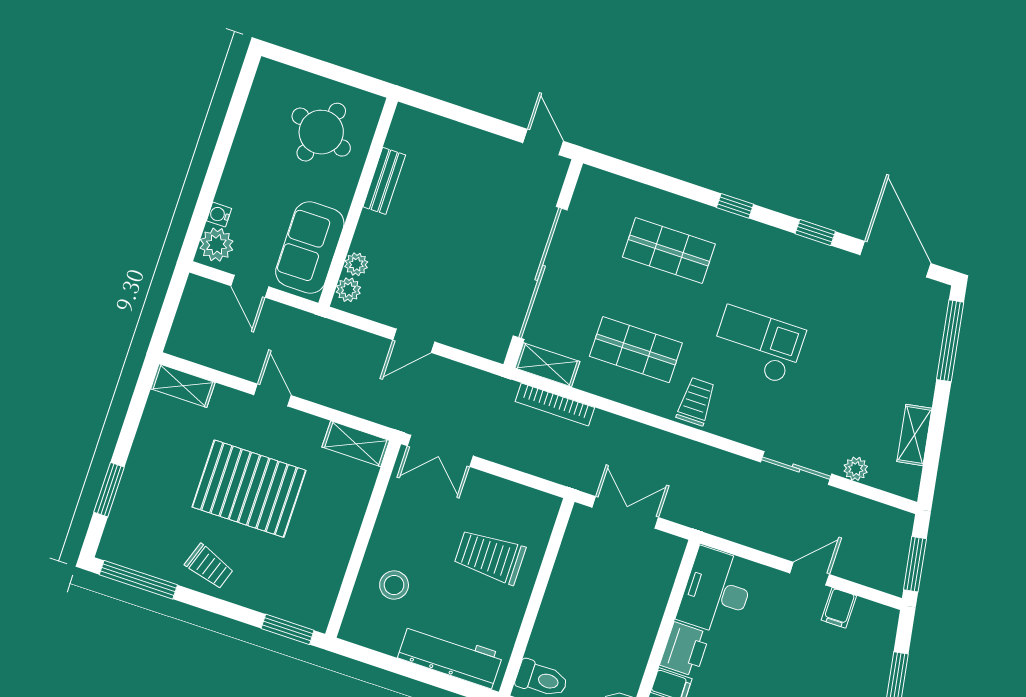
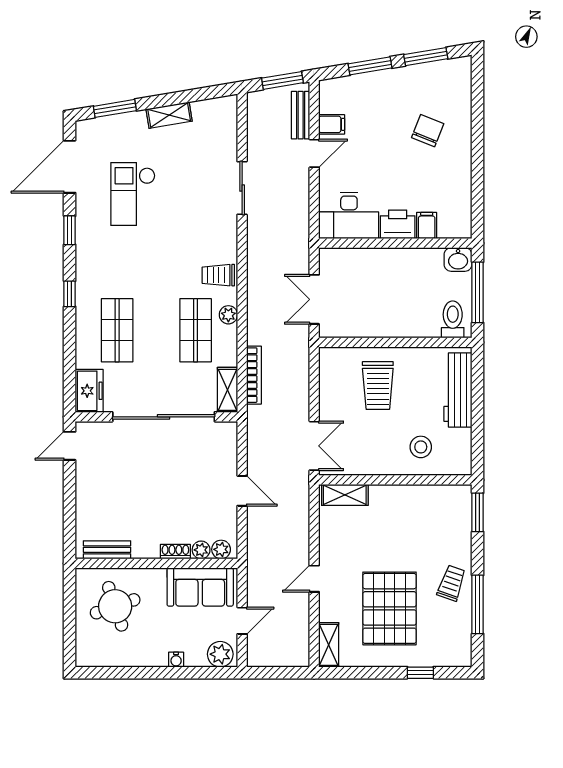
round table: (321, 132) -> (115, 606), turned -38
bench: (384, 181) -> (107, 550), moved
freezer: (604, 190) -> (89, 391), added
water cooler: (219, 215) -> (176, 660), moved
shoe rack: (365, 231) -> (175, 552), added
window: (950, 341) -> (115, 108), width x0.69
checkout: (758, 345) -> (133, 194), moved
shelving: (914, 435) -> (169, 115), moved
shelving: (356, 444) -> (345, 495), moved, turned 90
plant: (856, 469) -> (228, 315), moved
pallet: (249, 489) -> (389, 608), moved
window: (109, 490) -> (420, 673), width x0.67
bench: (864, 573) -> (301, 115), added
door: (810, 574) -> (314, 153), swing flipped
window: (138, 580) -> (478, 604), moved

